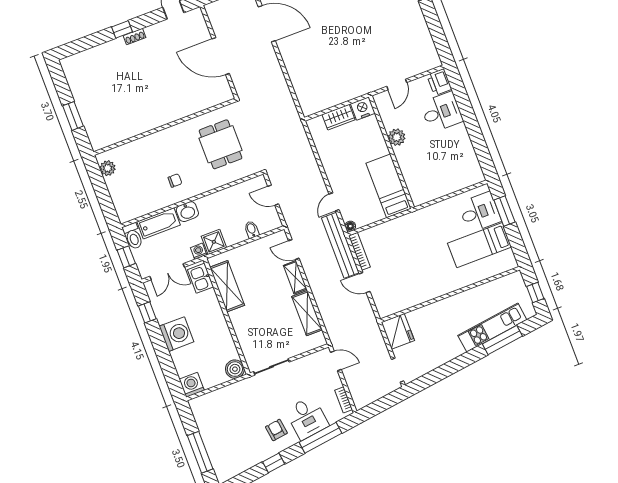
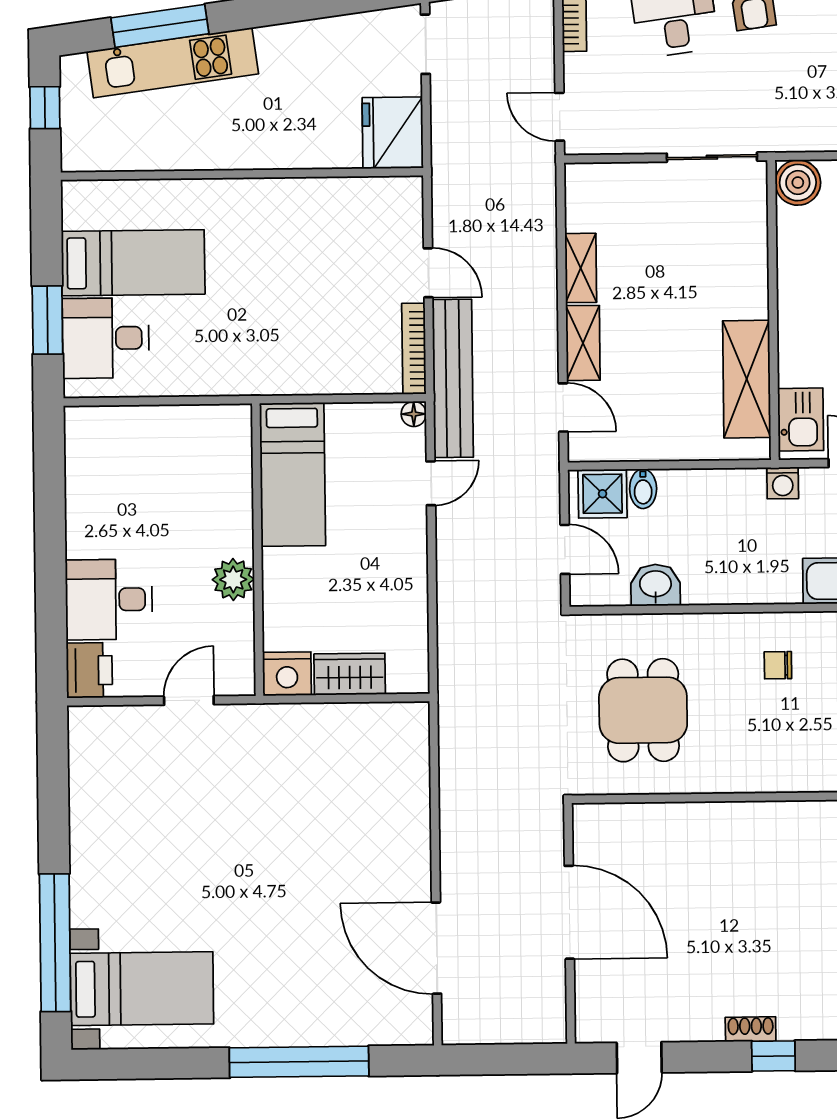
washbasin: (187, 212) -> (655, 585), moved
shower: (214, 242) -> (603, 494), moved
shelving: (307, 313) -> (581, 268), width x0.67, depth x0.75

